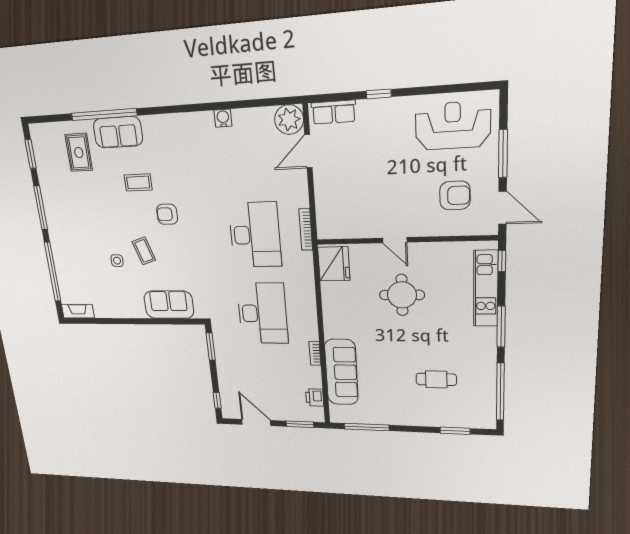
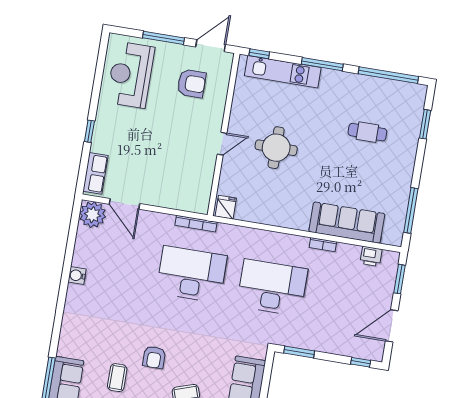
armchair: (455, 195) -> (191, 84), turned 90
fridge: (334, 264) -> (226, 207), width x0.53, depth x0.75
cafe table: (436, 379) -> (367, 132), turned 90

